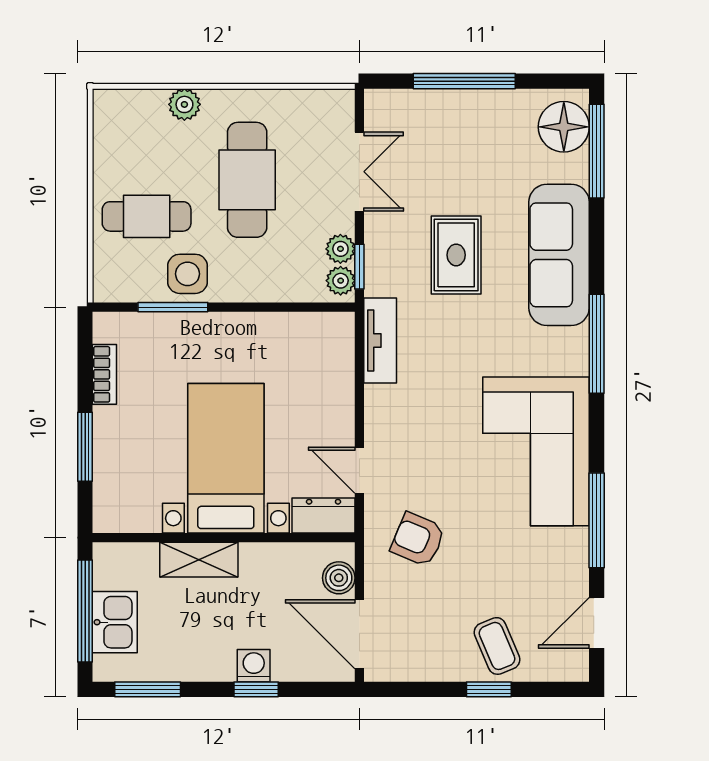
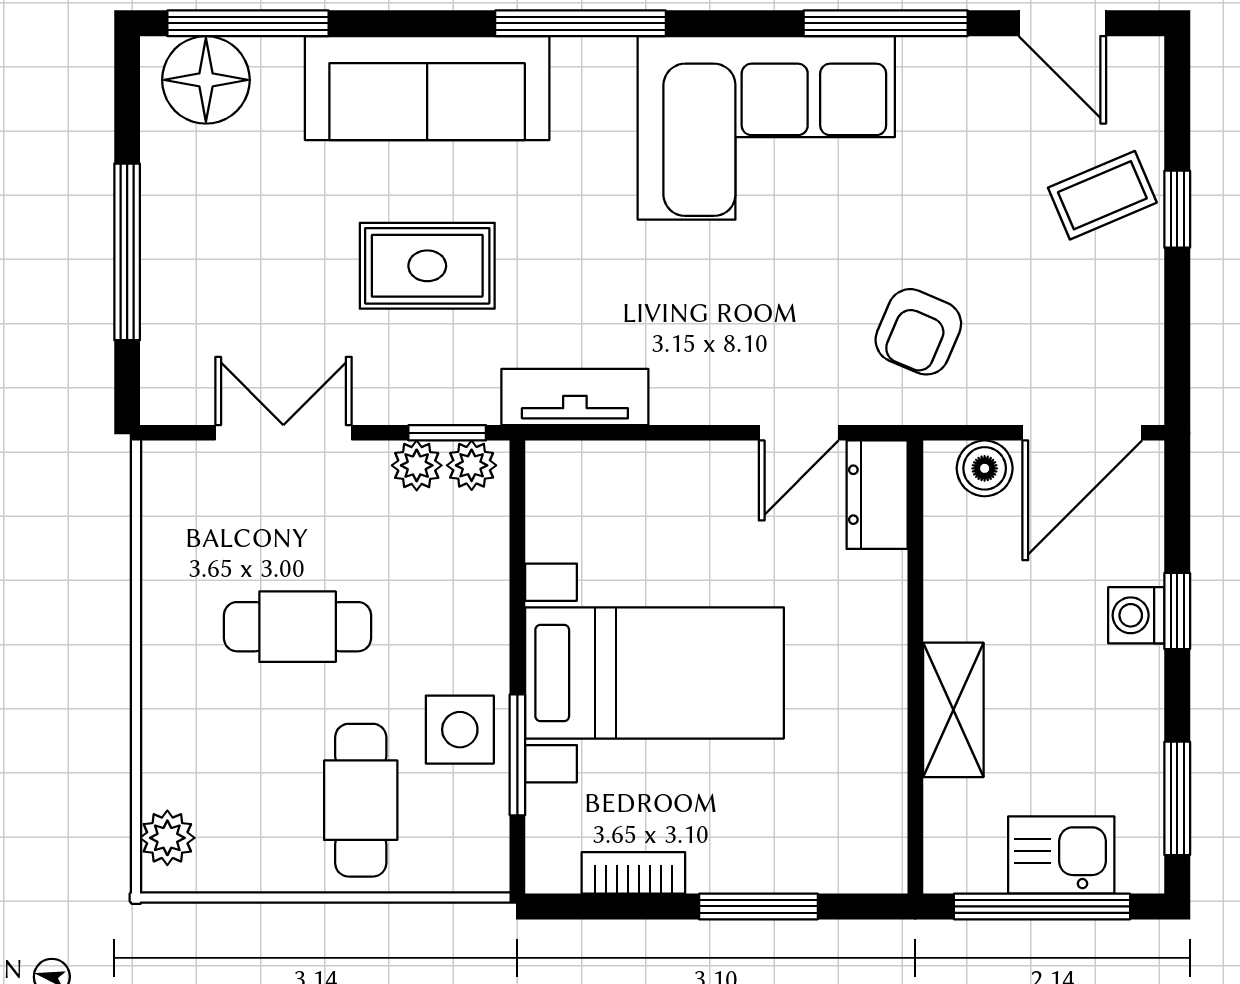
plant: (184, 104) -> (167, 838), moved
cafe table: (247, 180) -> (298, 627), width x0.73, depth x0.74
bed with nightstands: (226, 458) -> (654, 673), moved, turned 180

